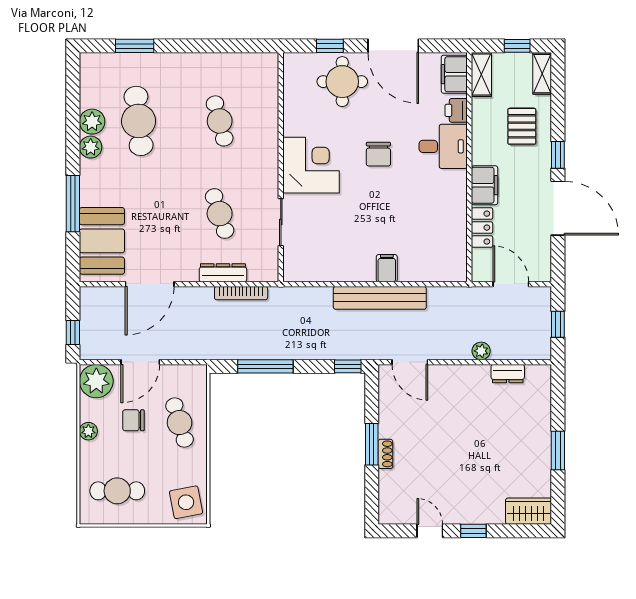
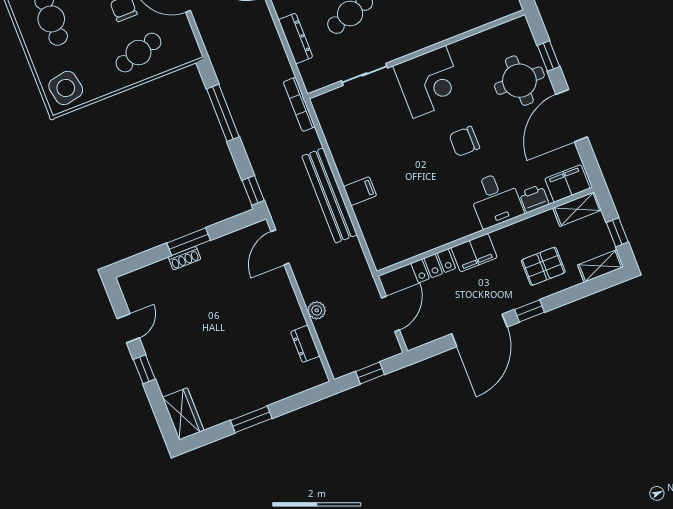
bookcase: (241, 293) -> (299, 104), moved

